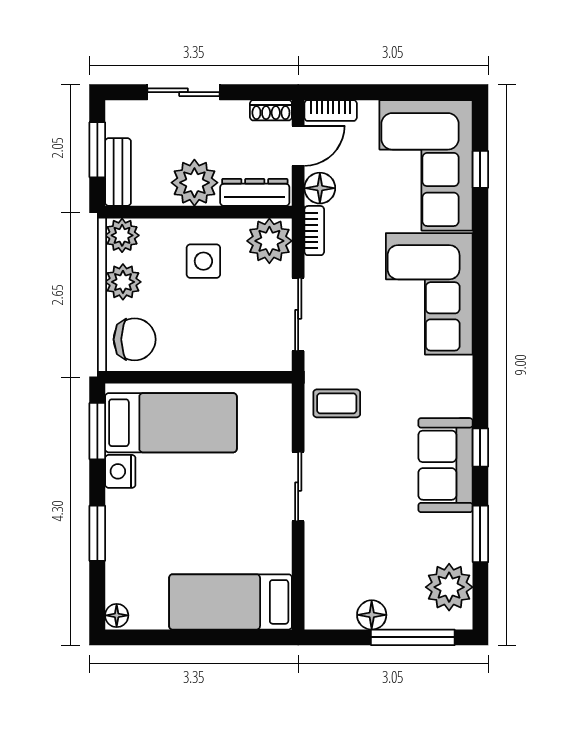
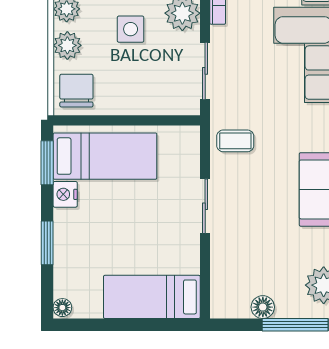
chair: (135, 339) -> (76, 91), turned -90

